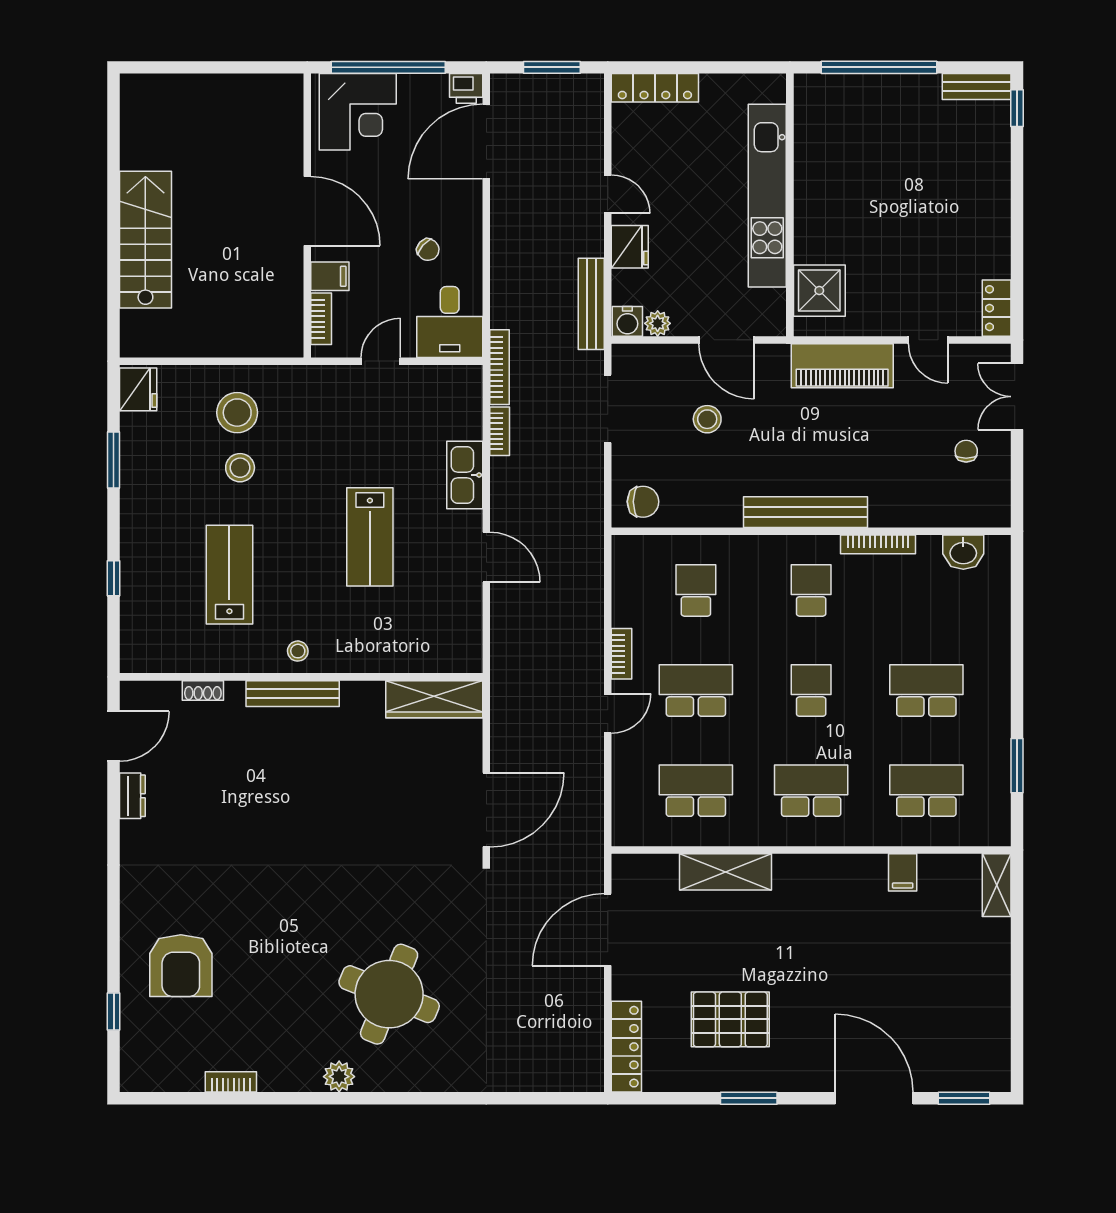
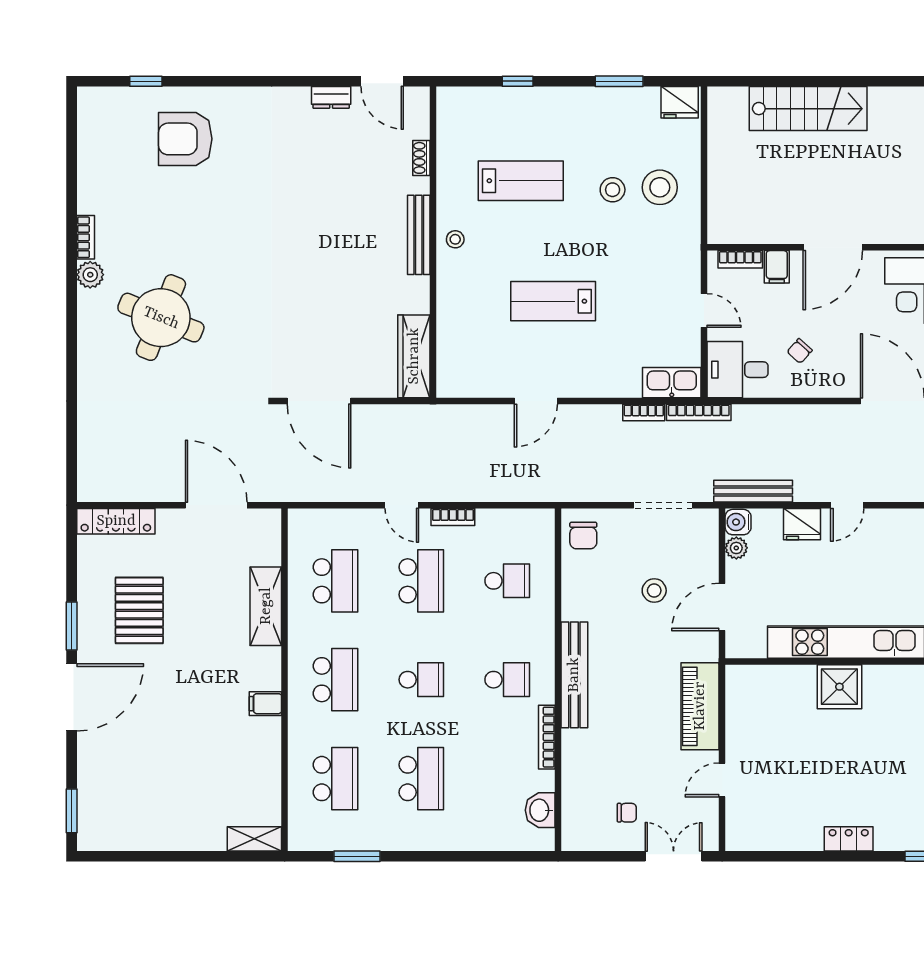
shower: (819, 291) -> (839, 687), moved
locker: (997, 308) -> (849, 839), moved
kitchen sink: (465, 475) -> (672, 383), moved
filing cabinet: (903, 872) -> (265, 704), moved
bookcase: (231, 1082) -> (86, 237), moved
door: (874, 1098) -> (72, 697), moved

